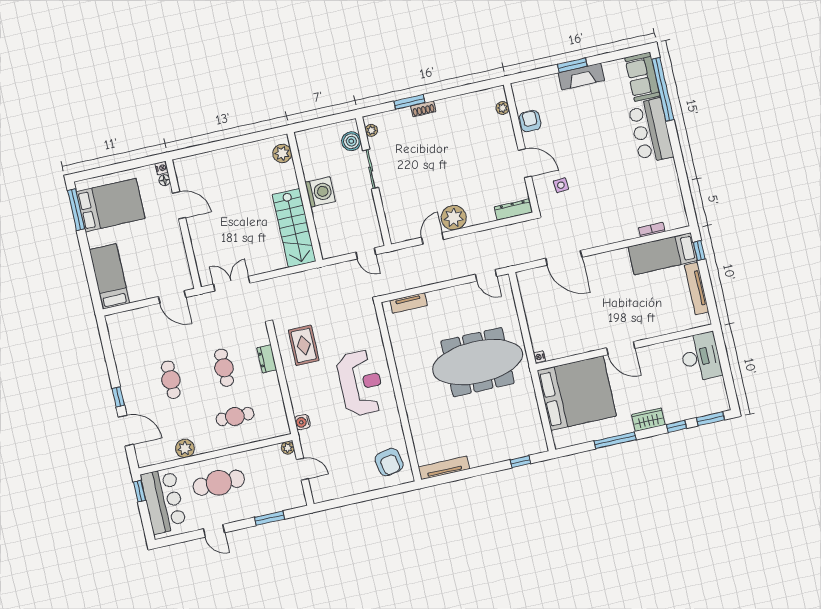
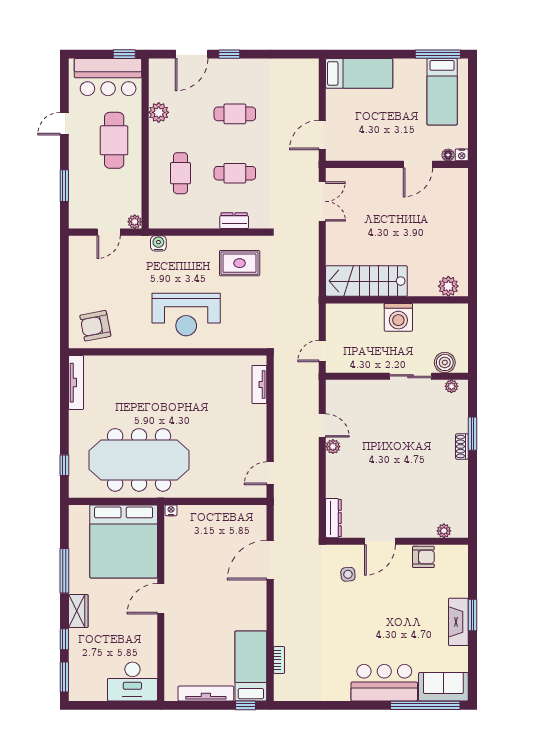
bed: (111, 205) -> (442, 92), width x0.67
plant: (454, 218) -> (333, 447), width x0.53, depth x0.53
meeting table: (478, 362) -> (139, 460), moved, turned 90

